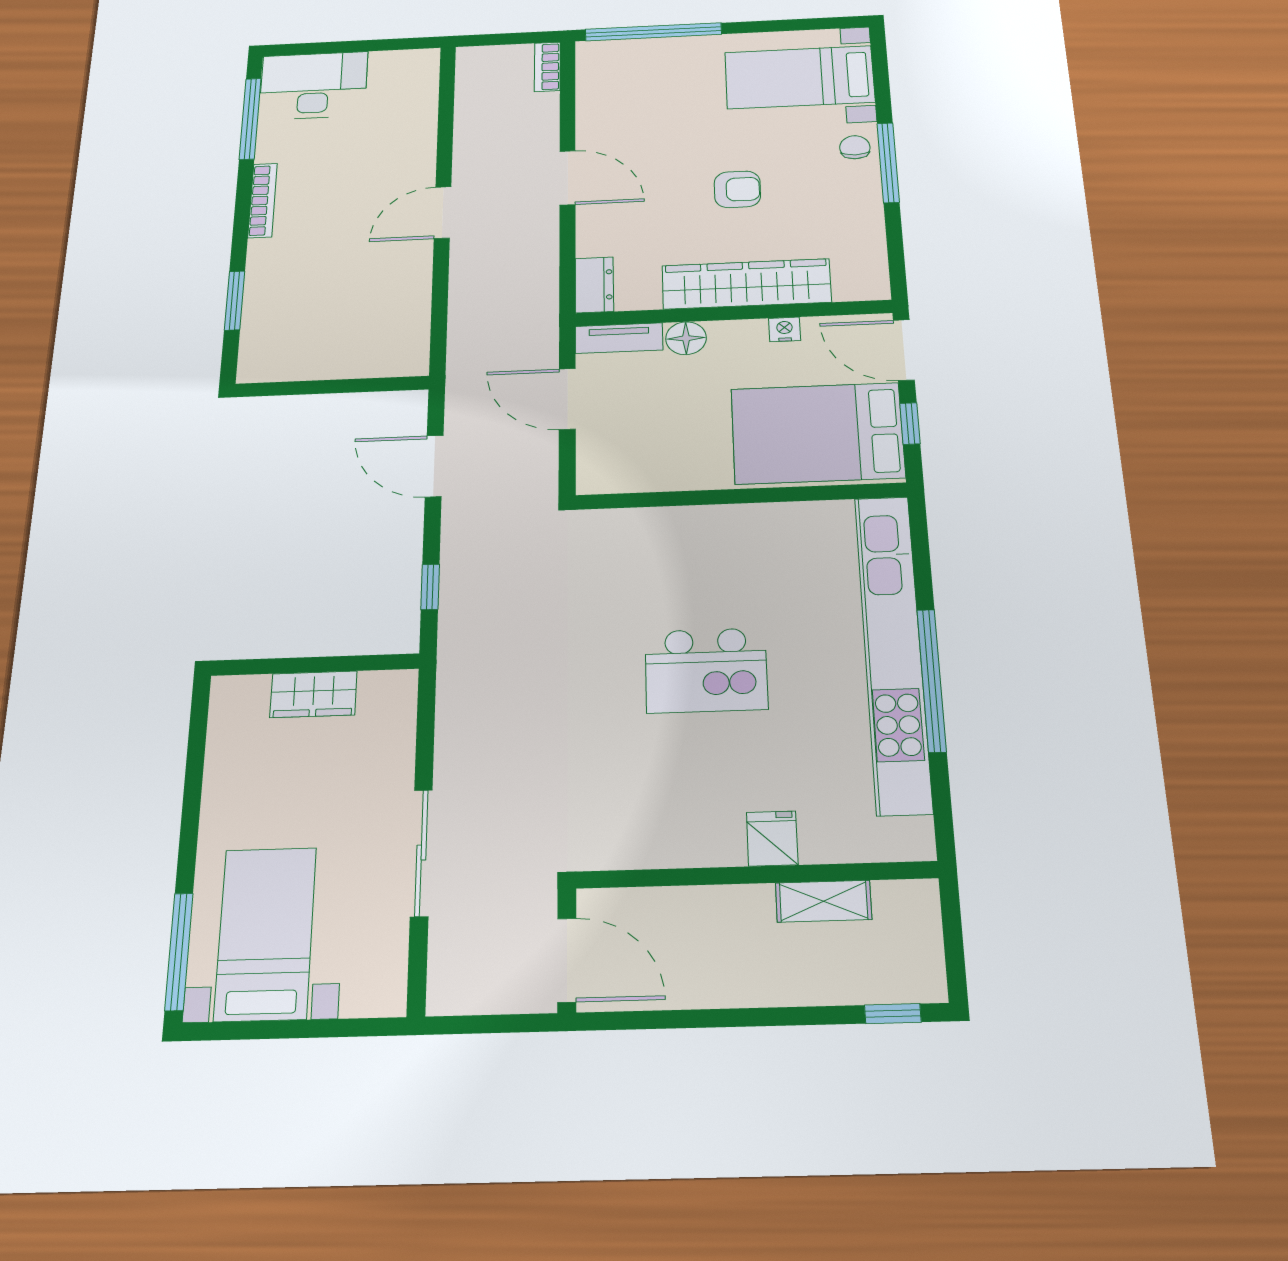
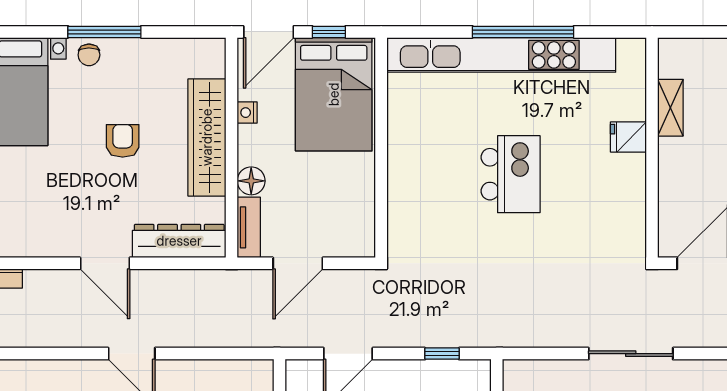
chair: (855, 147) -> (89, 55), turned -90
door: (567, 178) -> (105, 263), swing flipped
dresser: (594, 285) -> (179, 241), width x1.96, depth x1.24

